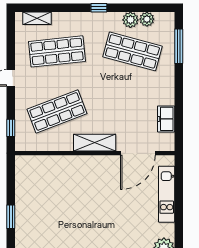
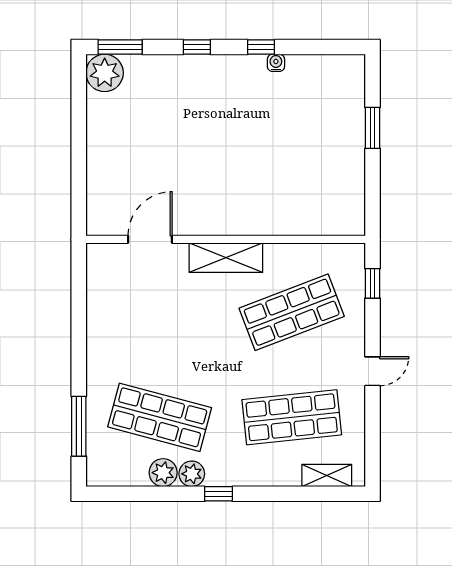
plant: (147, 19) -> (192, 474), moved
freezer: (166, 119) -> (101, 299), removed
door: (138, 153) -> (150, 239), width x0.73
kitchen unit: (167, 194) -> (100, 168), removed

